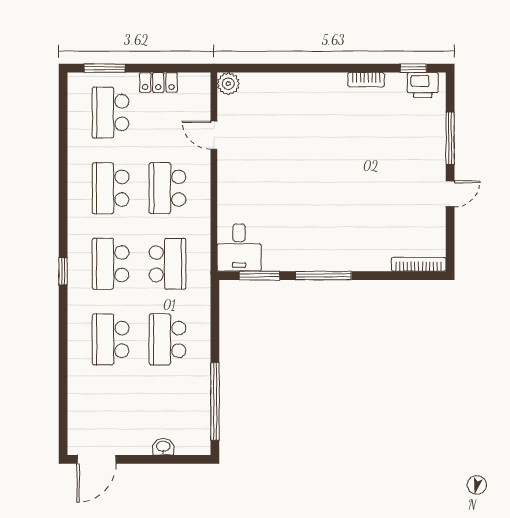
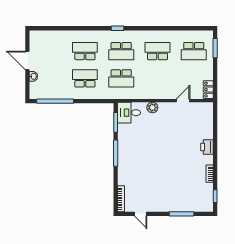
locker: (158, 82) -> (208, 90), moved
plant: (228, 84) -> (152, 108), moved
printer: (423, 85) -> (207, 147), moved
school desk: (111, 113) -> (194, 51), turned 180
school desk: (167, 188) -> (157, 78), removed
door: (450, 194) -> (141, 214), moved
school desk: (111, 264) -> (121, 51), turned 180
door: (97, 459) -> (27, 60), moved

